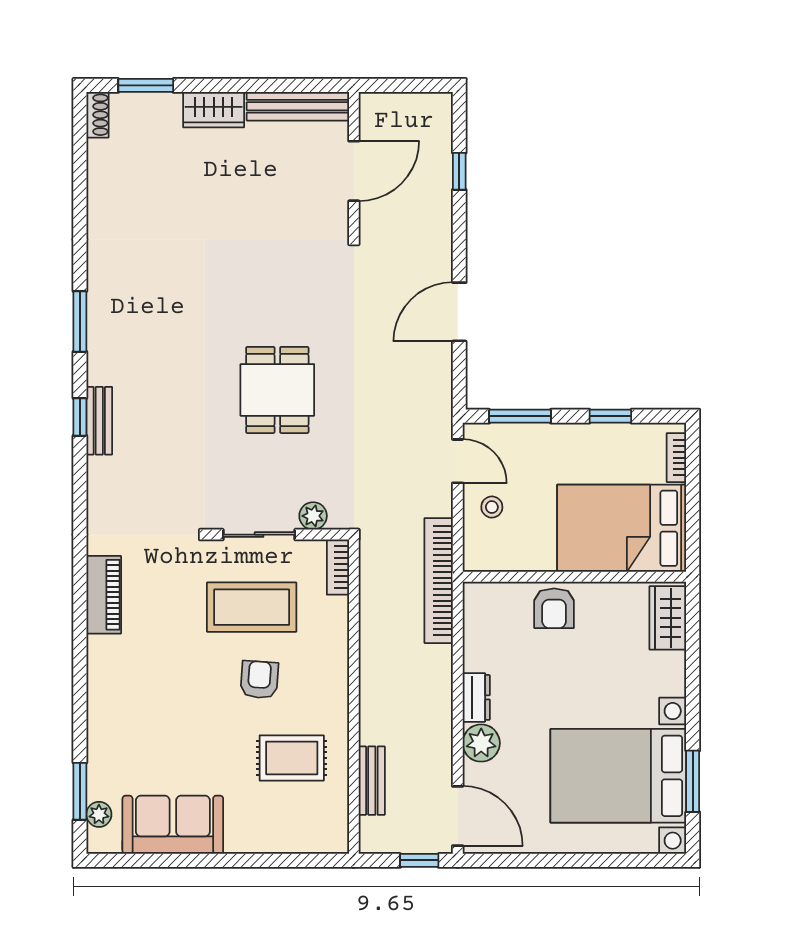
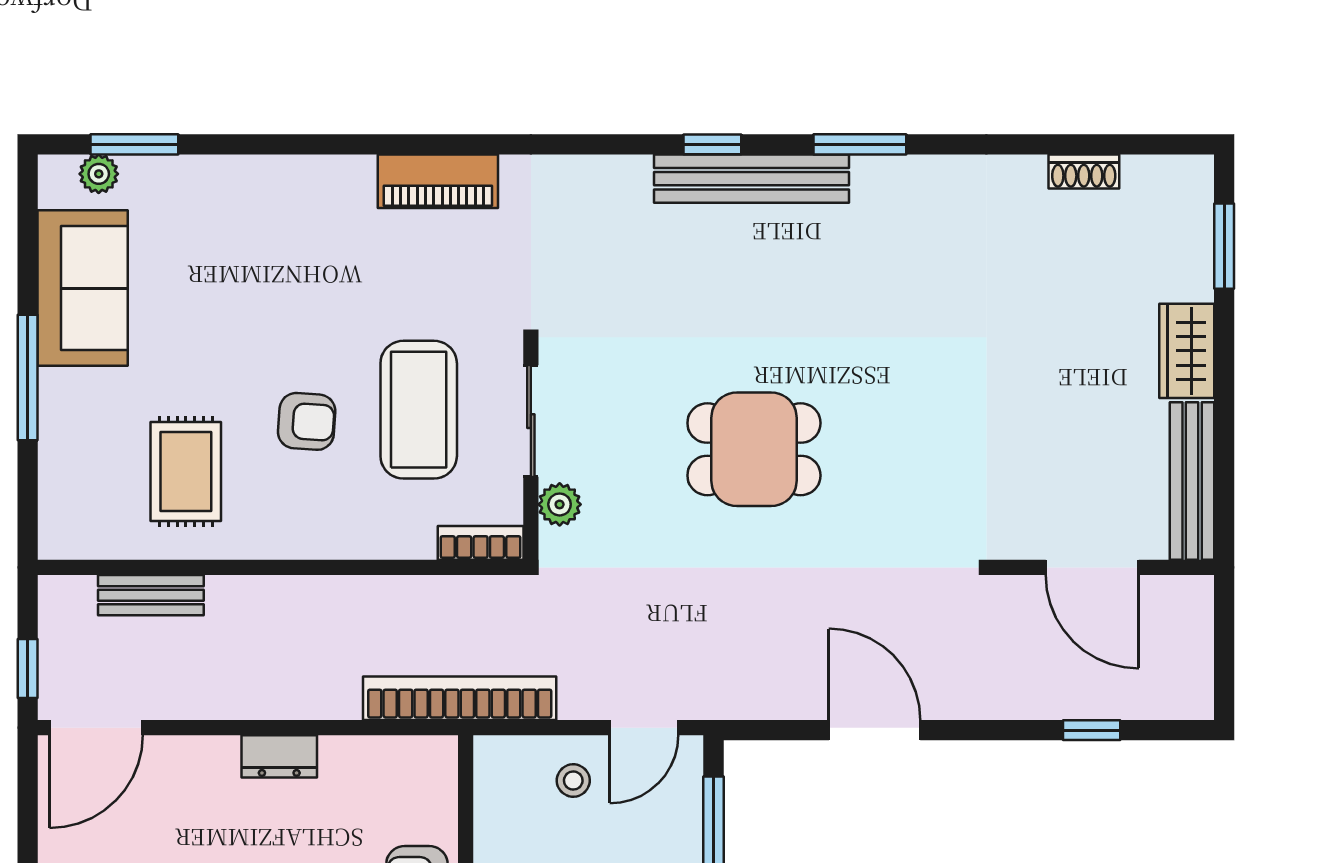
shoe rack: (97, 115) -> (1084, 172), moved
bench: (99, 421) -> (751, 179), width x1.86, depth x1.21
plant: (481, 743) -> (209, 764), removed
window: (231, 860) -> (28, 377), added

